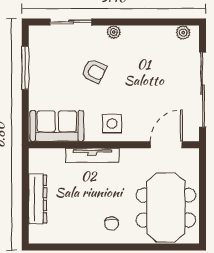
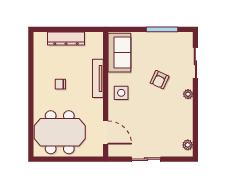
sliding door: (203, 90) -> (146, 159), width x0.54
chair: (112, 224) -> (60, 84), moved

